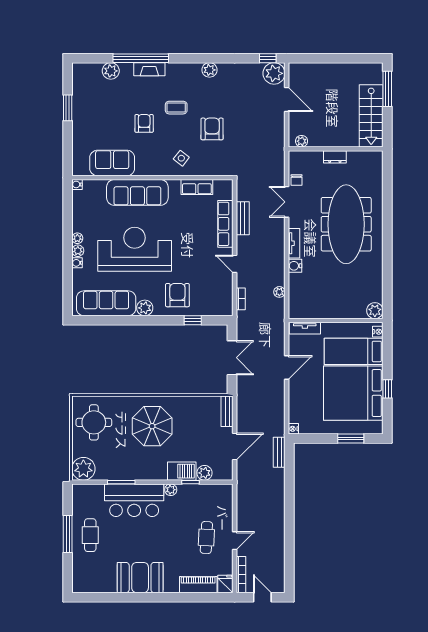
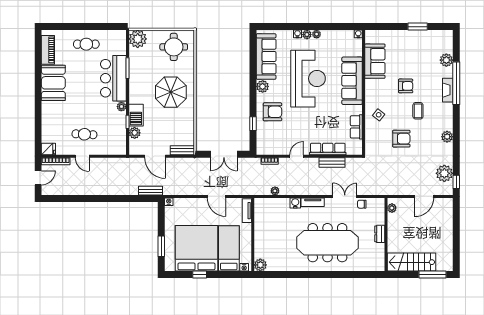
plant: (274, 73) -> (444, 173), moved
window: (68, 534) -> (87, 27), removed
piano: (198, 585) -> (48, 50), moved

